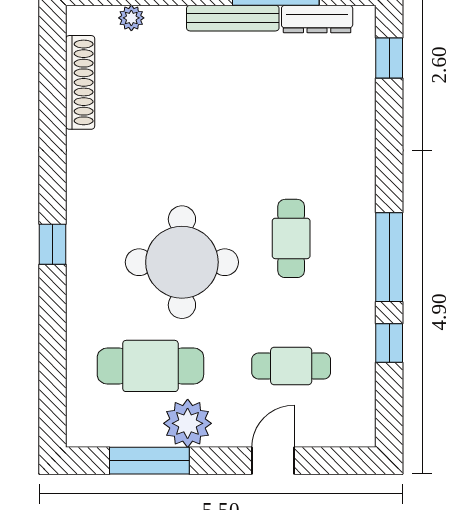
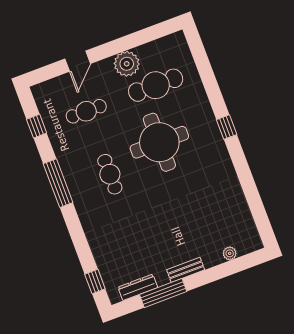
bench: (233, 18) -> (186, 270), width x0.73
shoe rack: (80, 82) -> (243, 212), removed
window: (389, 343) -> (37, 126), moved
window: (149, 461) -> (139, 38), removed

